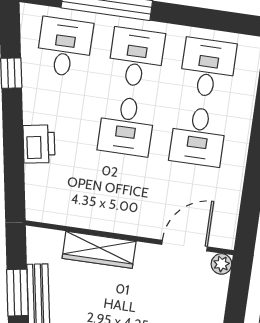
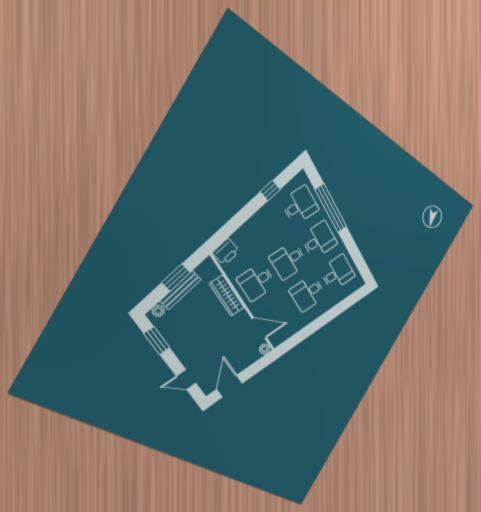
printer: (39, 144) -> (226, 252), moved
desk: (116, 195) -> (256, 282), added

